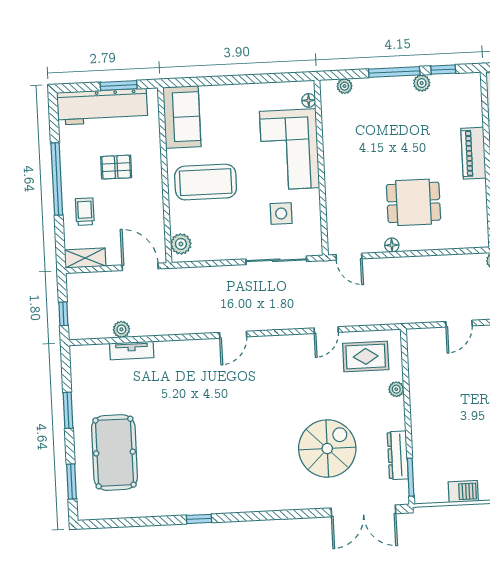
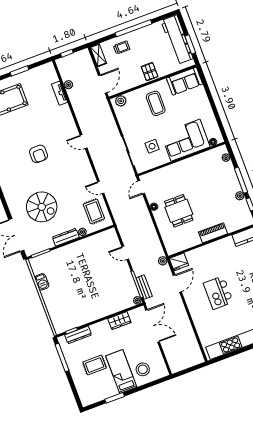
pallet: (116, 167) -> (150, 72), moved
coffee table: (206, 182) -> (156, 103), width x0.73, depth x0.76
armchair: (229, 424) -> (39, 154), added
dresser: (398, 455) -> (66, 237), moved

